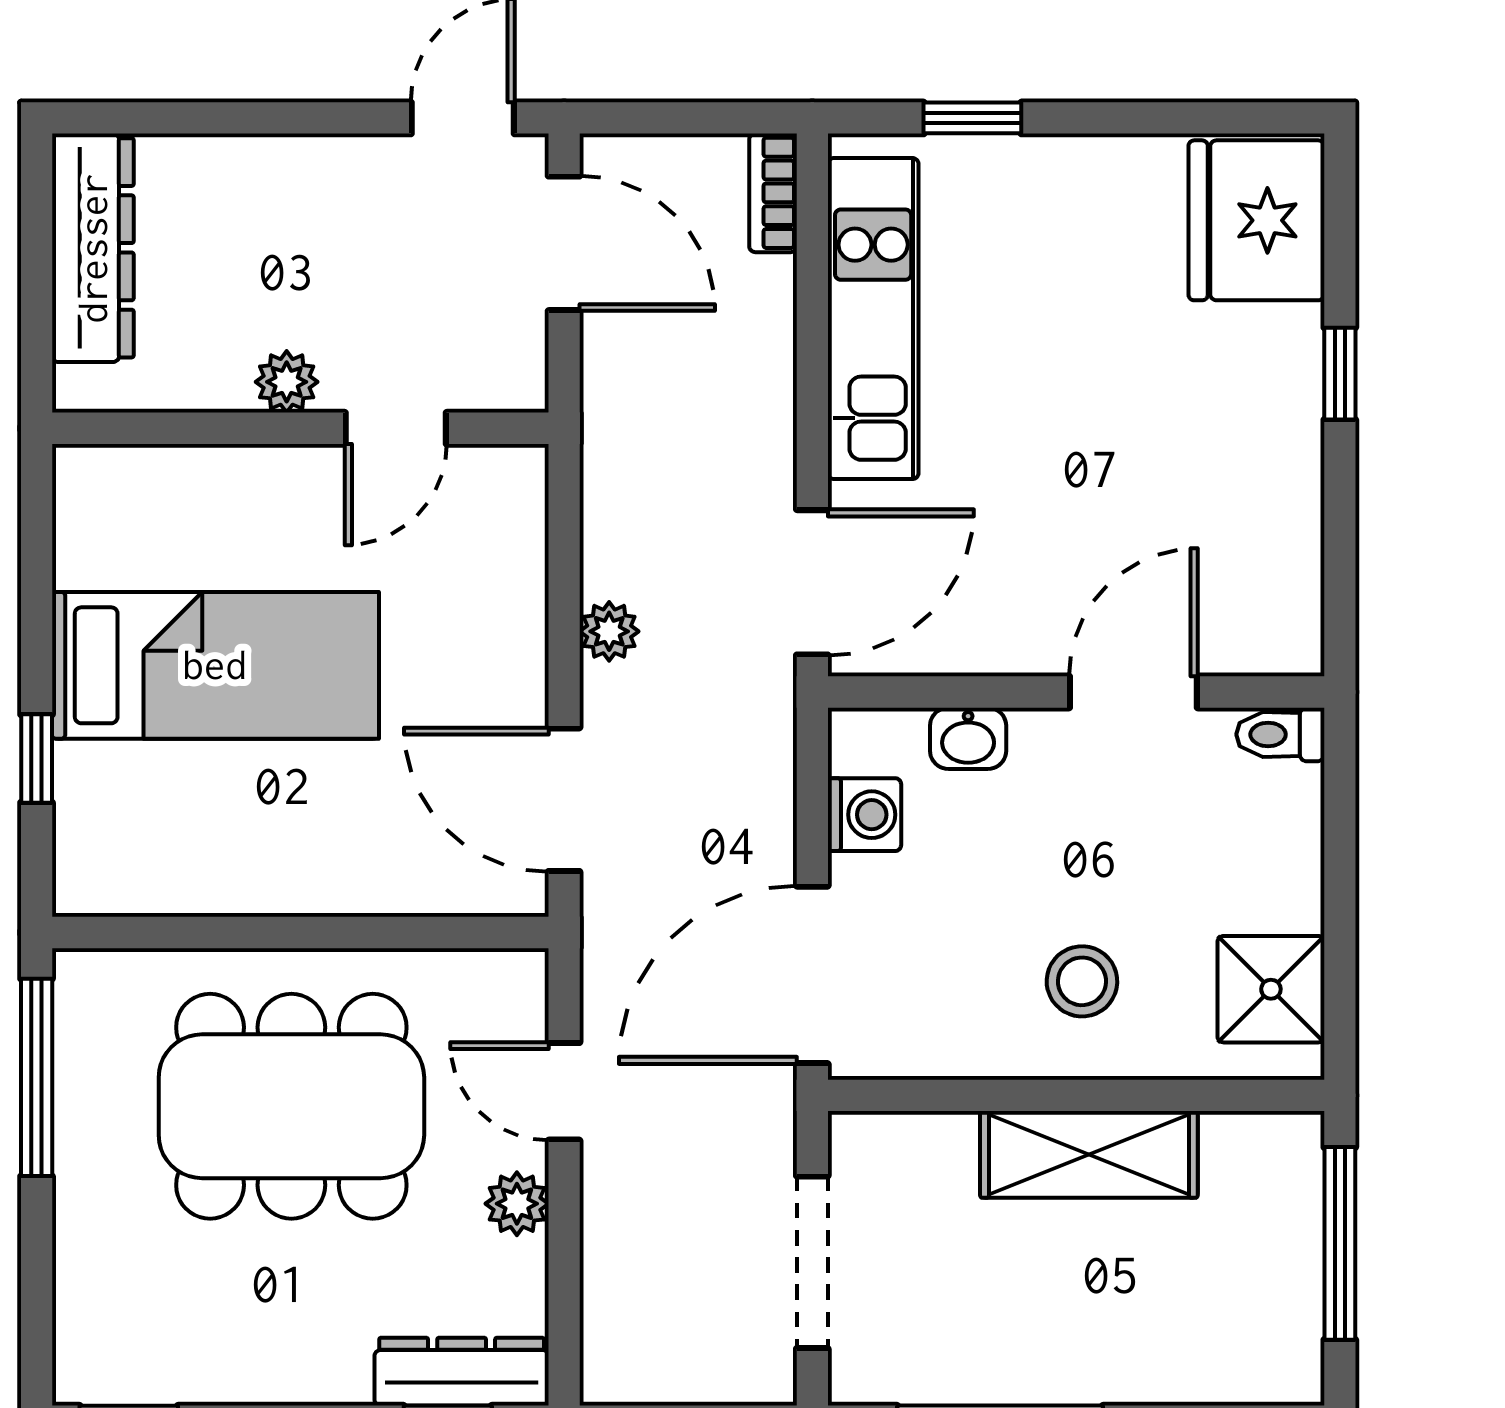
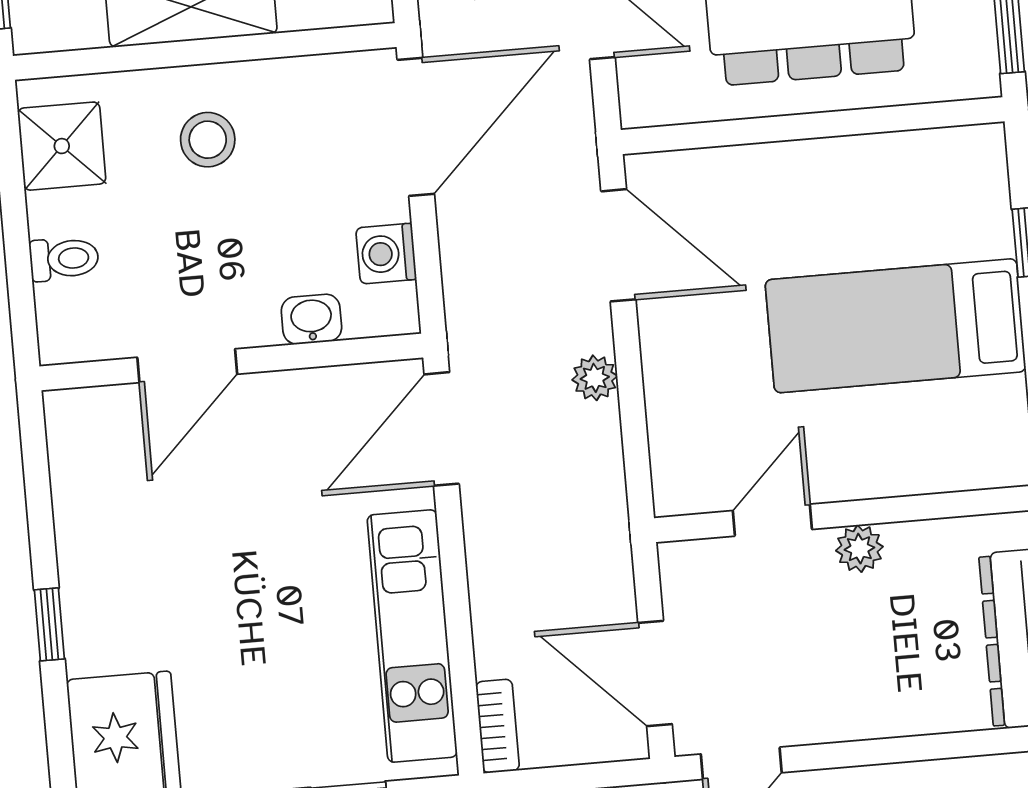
toilet: (1280, 734) -> (64, 259), moved

